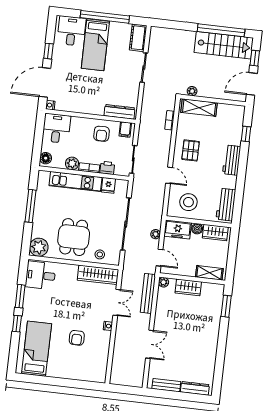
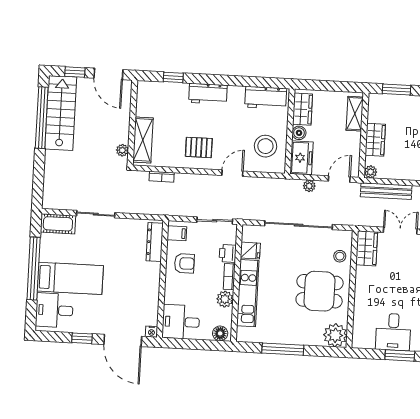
desk: (41, 275) -> (393, 332), moved
wardrobe: (98, 275) -> (367, 248), width x0.67

